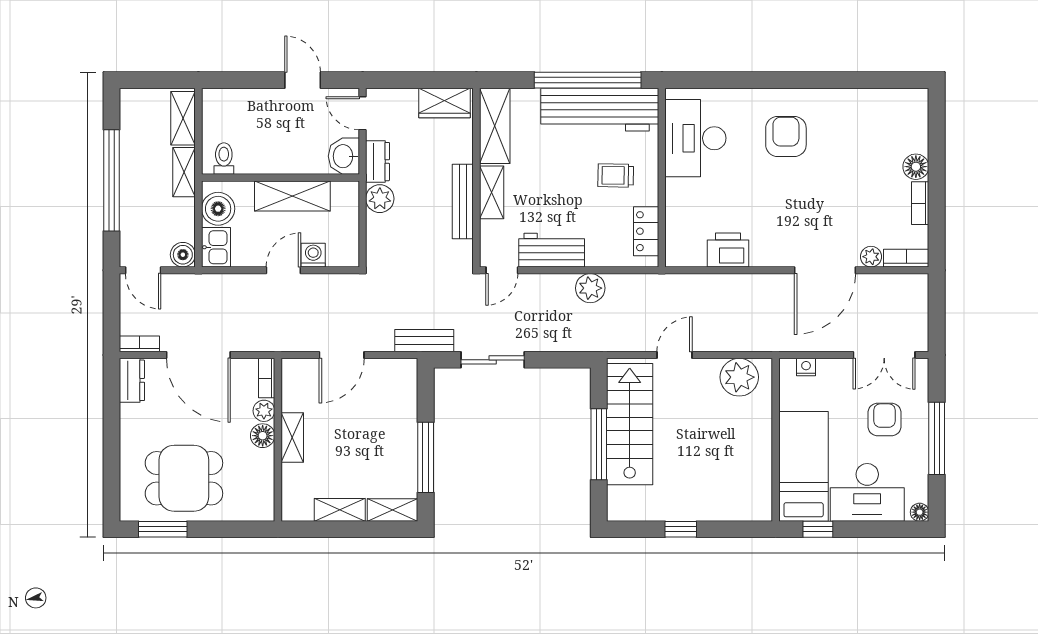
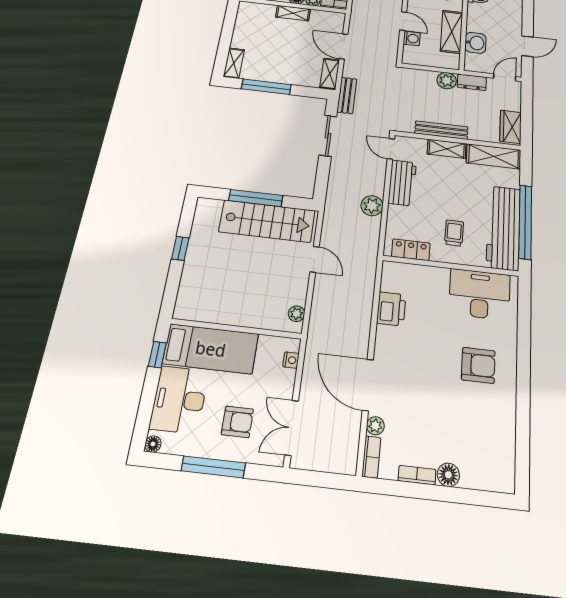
washbasin: (344, 156) -> (475, 43), moved, turned 90
plant: (739, 377) -> (296, 314), width x0.53, depth x0.53
shelving: (340, 510) -> (330, 74), moved

